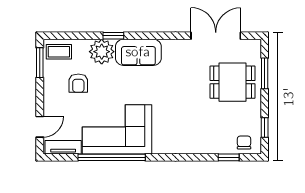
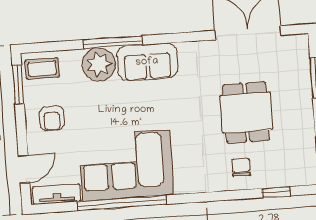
window: (113, 36) -> (113, 42), width x2.17
dining table: (233, 82) -> (246, 113), moved, turned 90
armchair: (78, 83) -> (52, 118), moved
chair: (244, 142) -> (241, 167), moved

